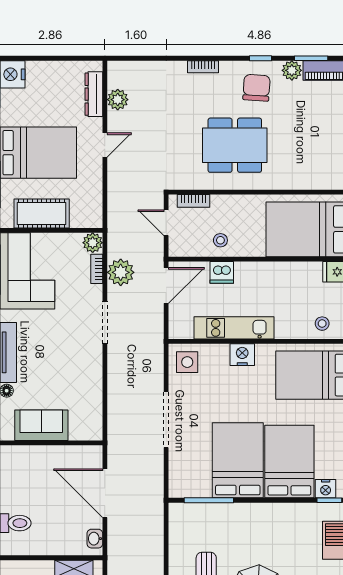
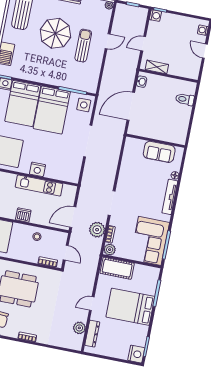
cot: (42, 214) -> (117, 268), moved
dishwasher: (222, 272) -> (23, 215), moved
side table: (187, 362) -> (84, 105), moved
door: (105, 493) -> (131, 106), swing flipped

